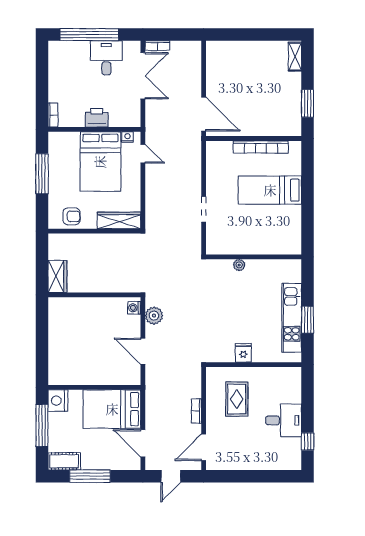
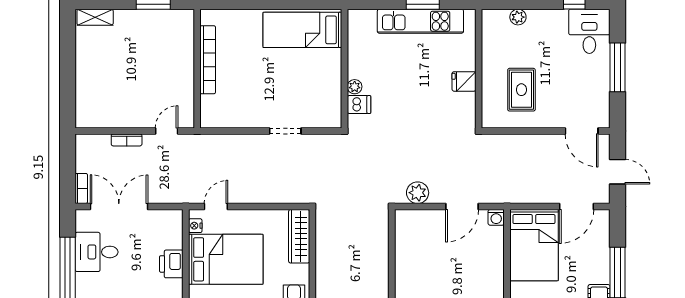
door: (204, 114) -> (167, 131), width x0.53
bed: (270, 190) -> (302, 30), moved, turned 90
dishwasher: (225, 269) -> (359, 105), added
washing machine: (134, 308) -> (496, 217), moved
plant: (295, 396) -> (518, 17), added
rug: (237, 399) -> (521, 90), turned 90
bookcase: (196, 411) -> (127, 140), moved
desk: (284, 420) -> (589, 31), moved
window: (255, 476) -> (618, 67), added

